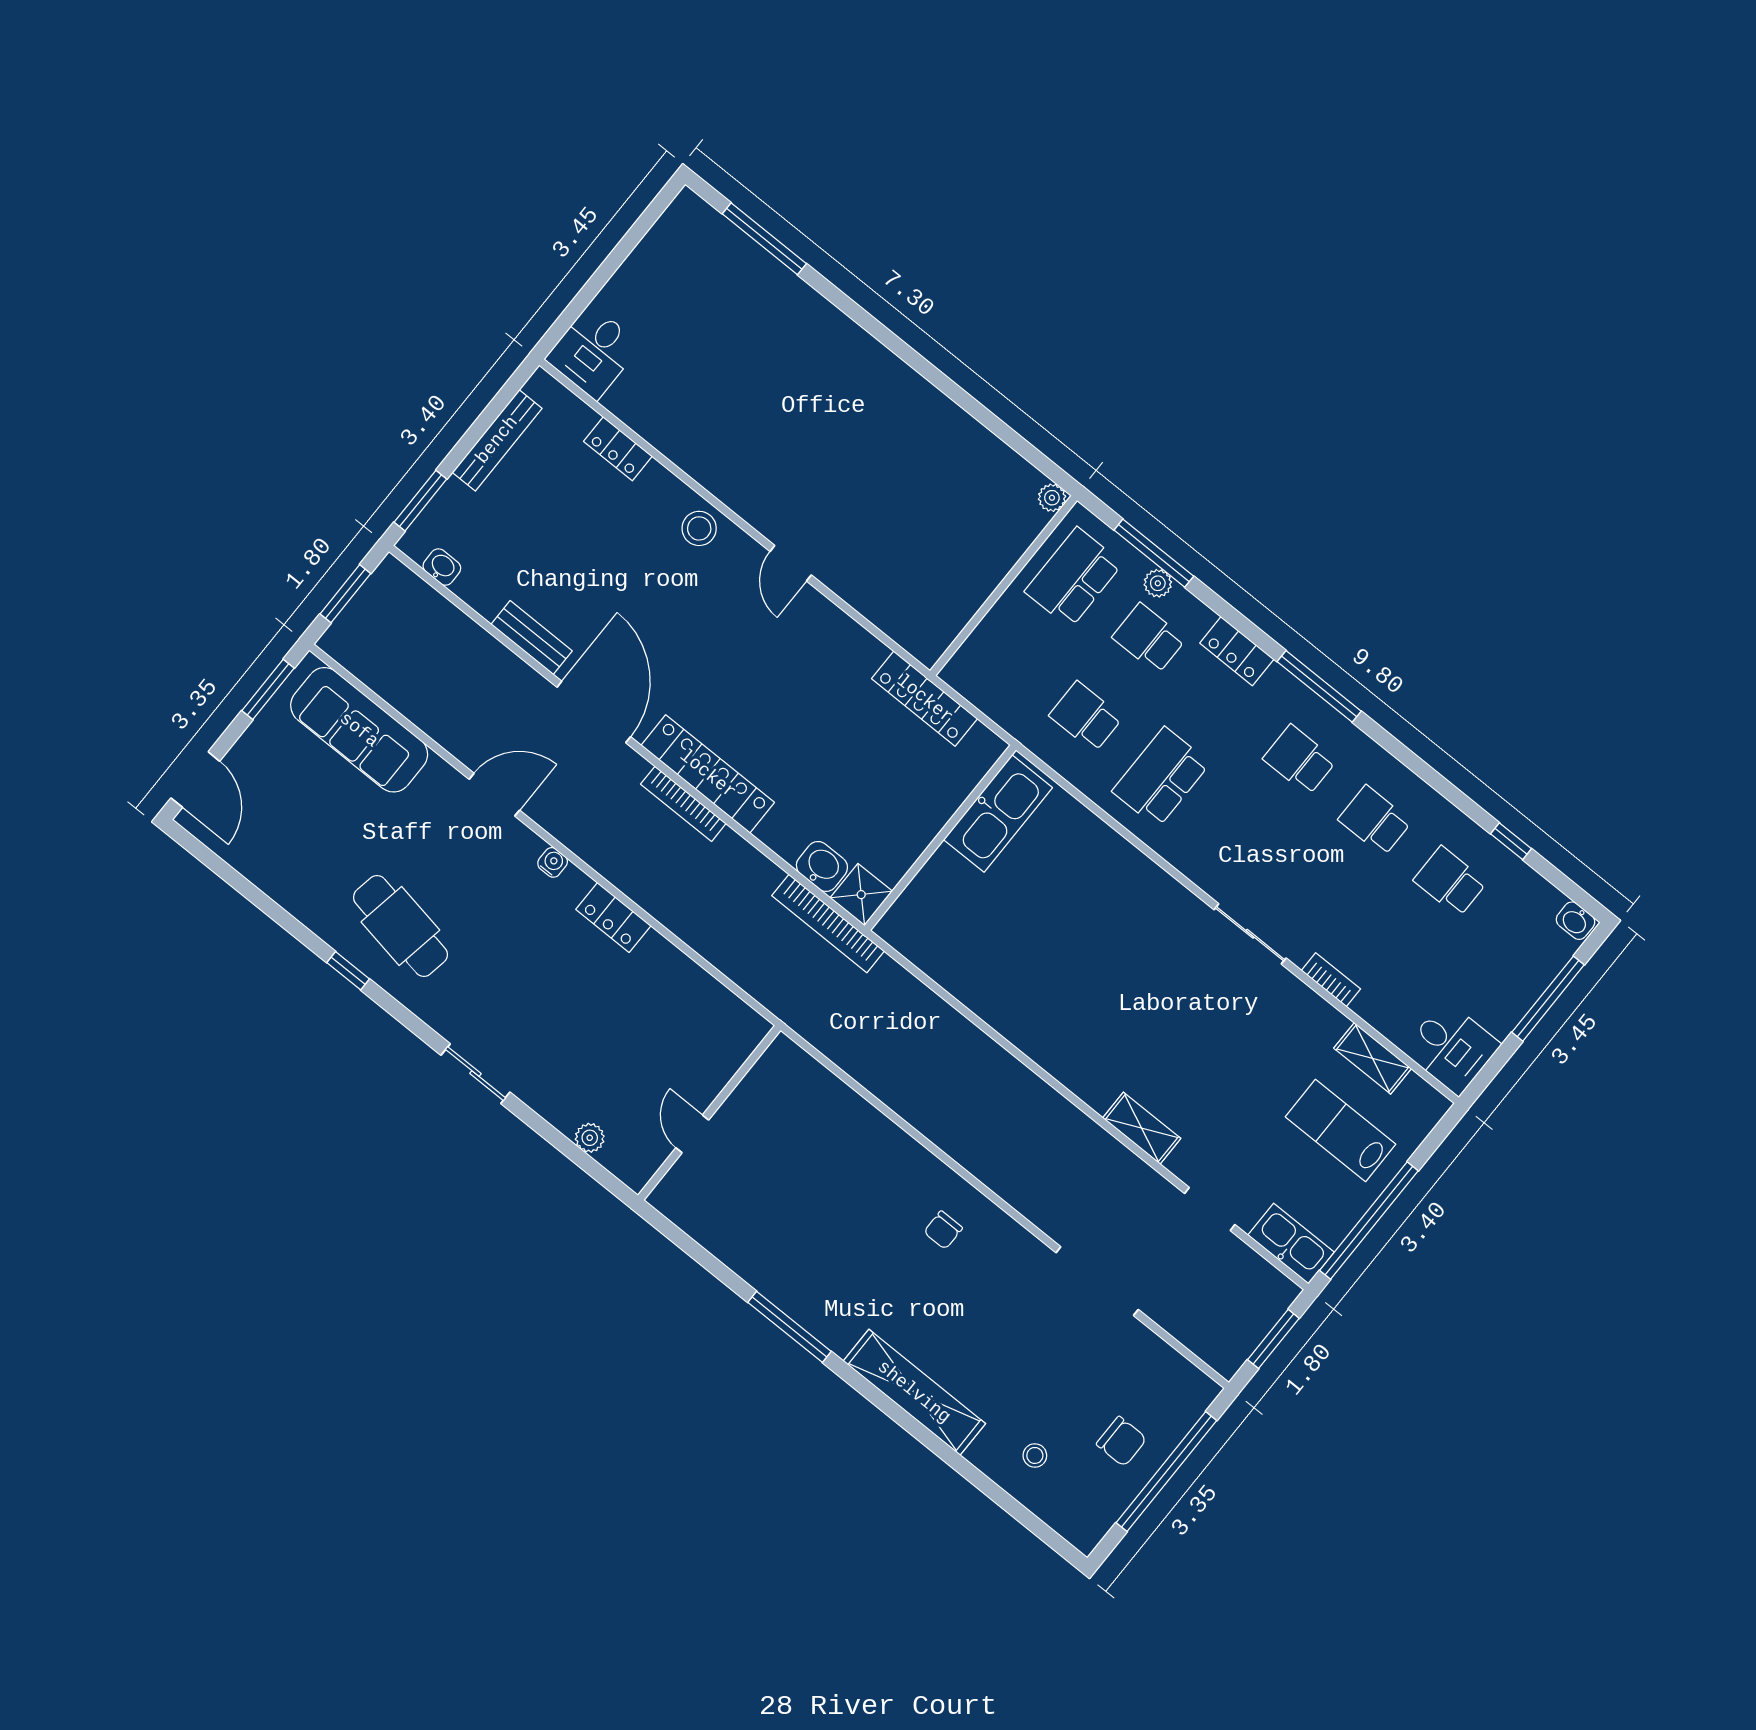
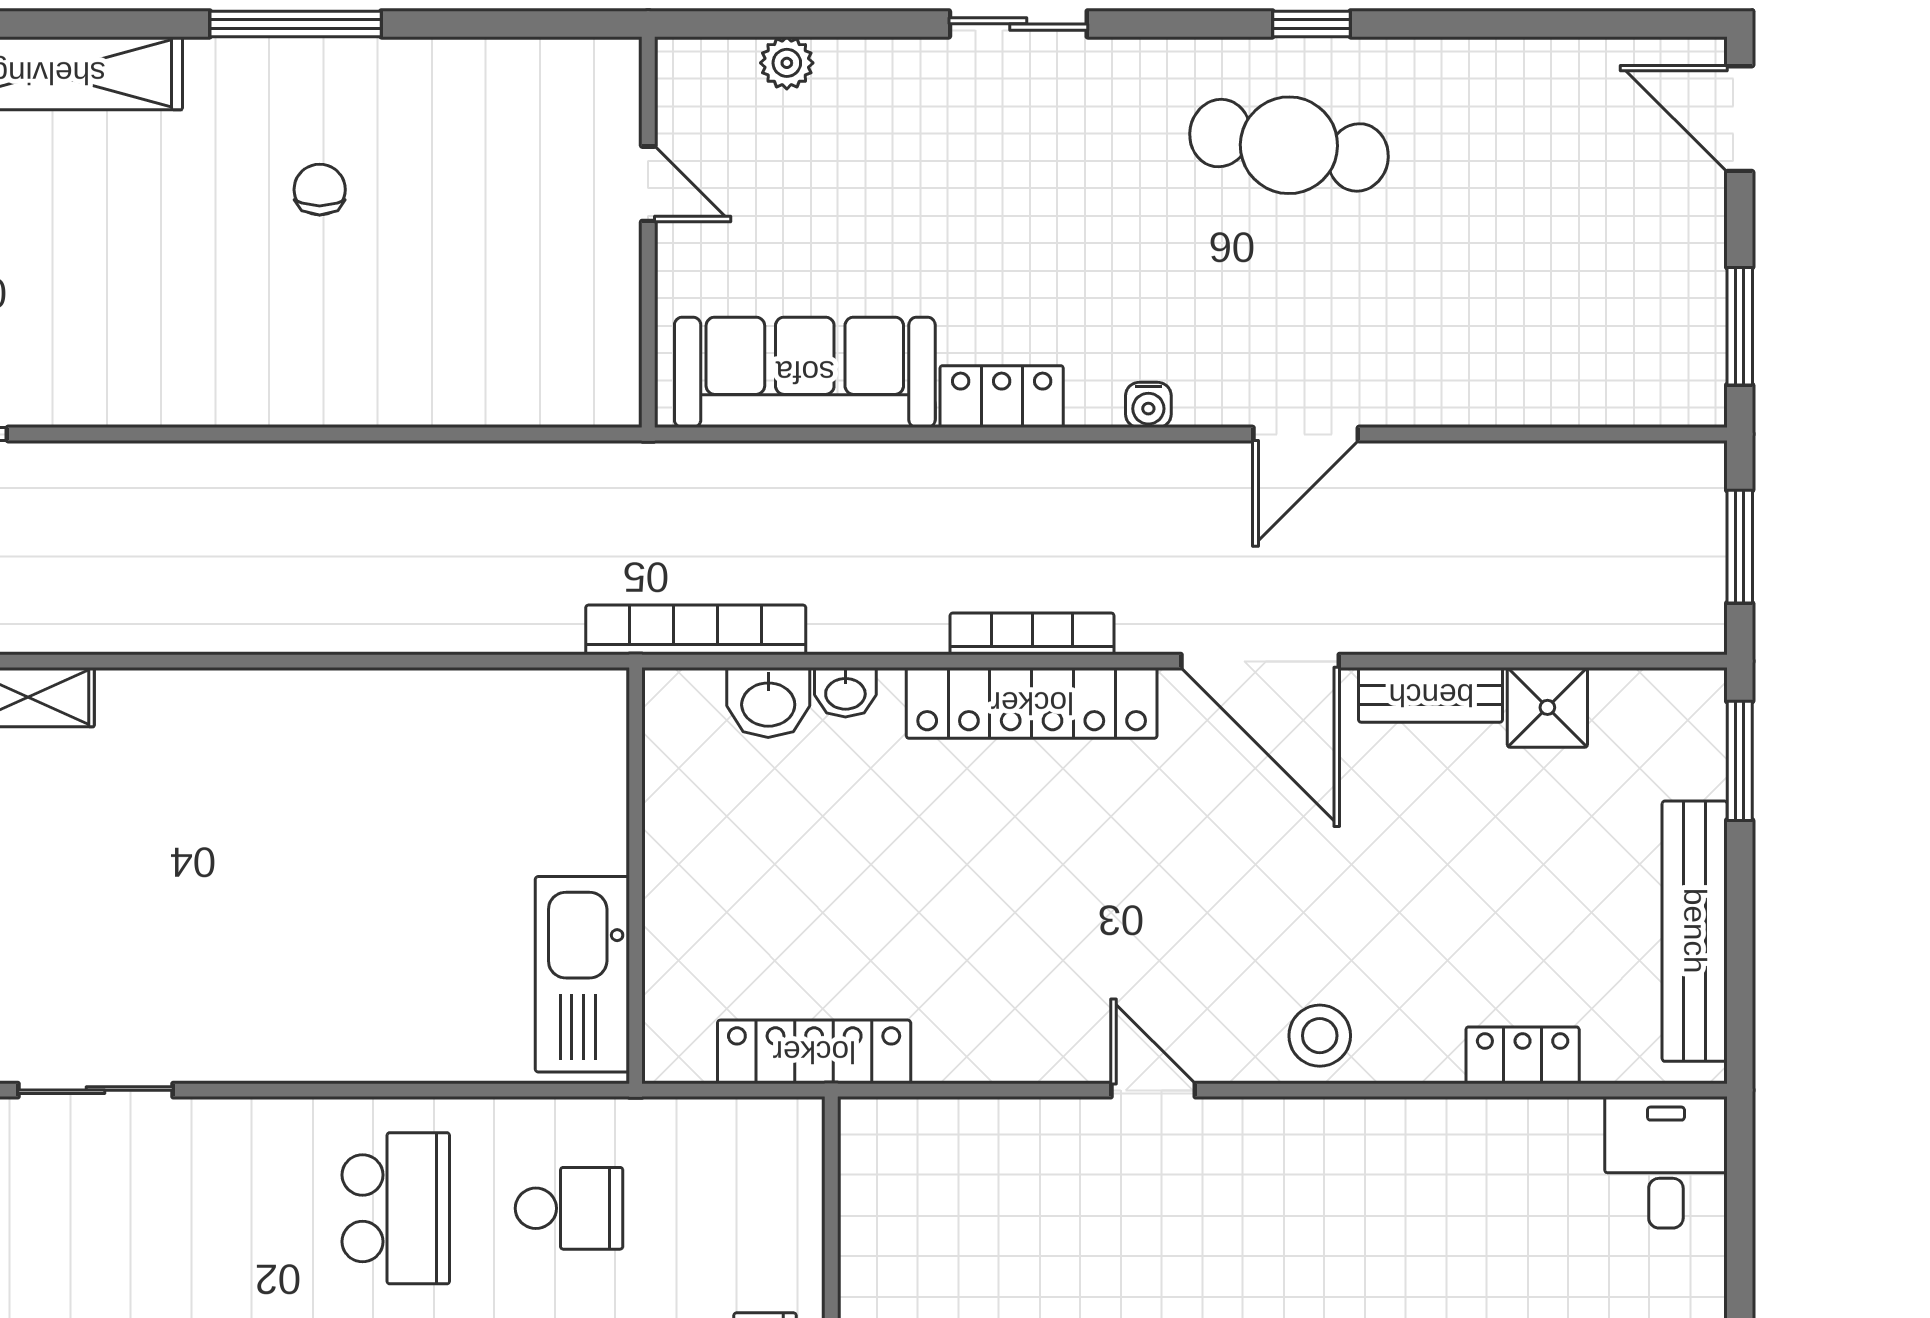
bench: (497, 440) -> (1695, 931), width x1.37, depth x1.21
washbasin: (442, 567) -> (845, 692), moved
sofa: (359, 730) -> (805, 372), moved
shower: (861, 895) -> (1547, 707), moved
chair: (943, 1230) -> (320, 190), moved

